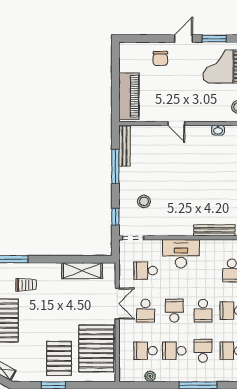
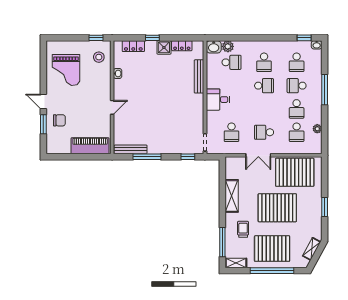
window: (214, 39) -> (43, 124), moved
stool: (144, 201) -> (175, 133), removed
desk: (181, 254) -> (218, 100), width x0.73
shelving: (82, 271) -> (232, 196), moved
double door: (117, 304) -> (258, 155), swing flipped
school desk: (146, 311) -> (264, 132), turned 180
school desk: (174, 311) -> (264, 109), removed
pallet: (59, 358) -> (277, 208), moved, width x1.37, depth x1.41

